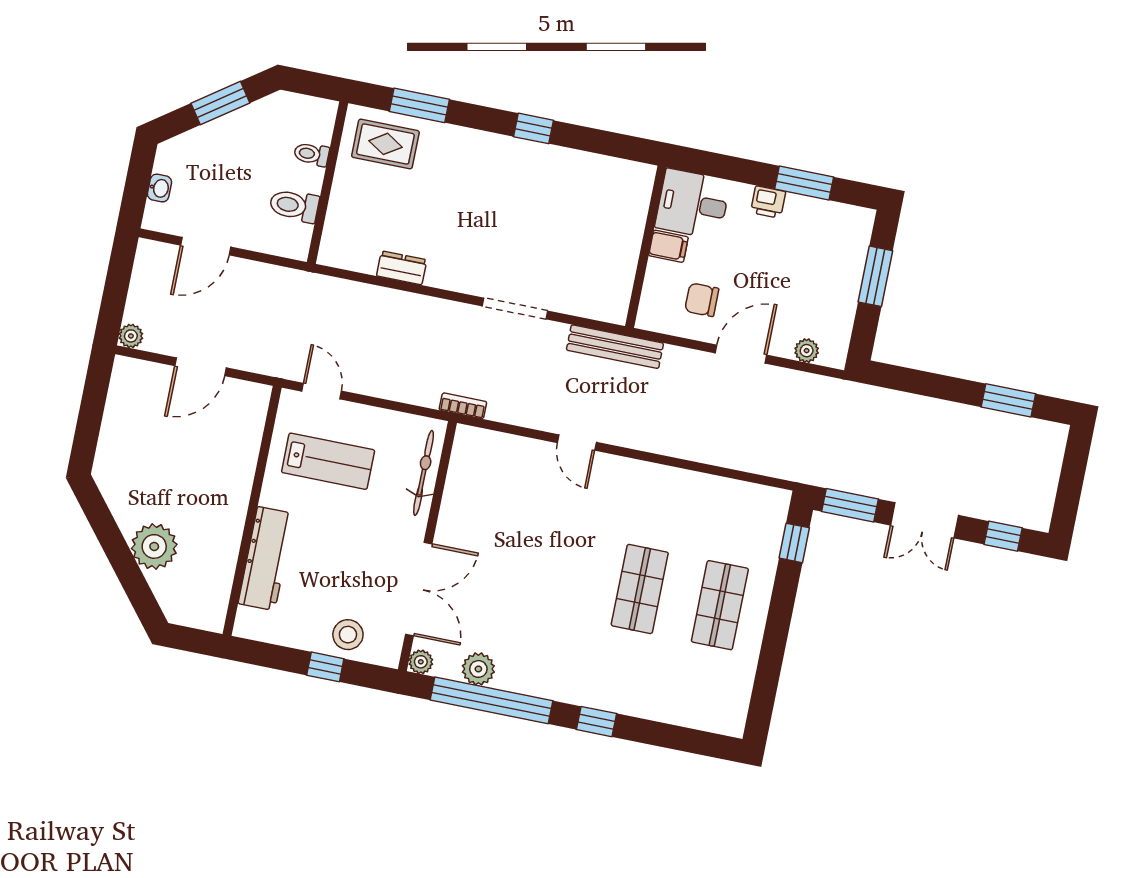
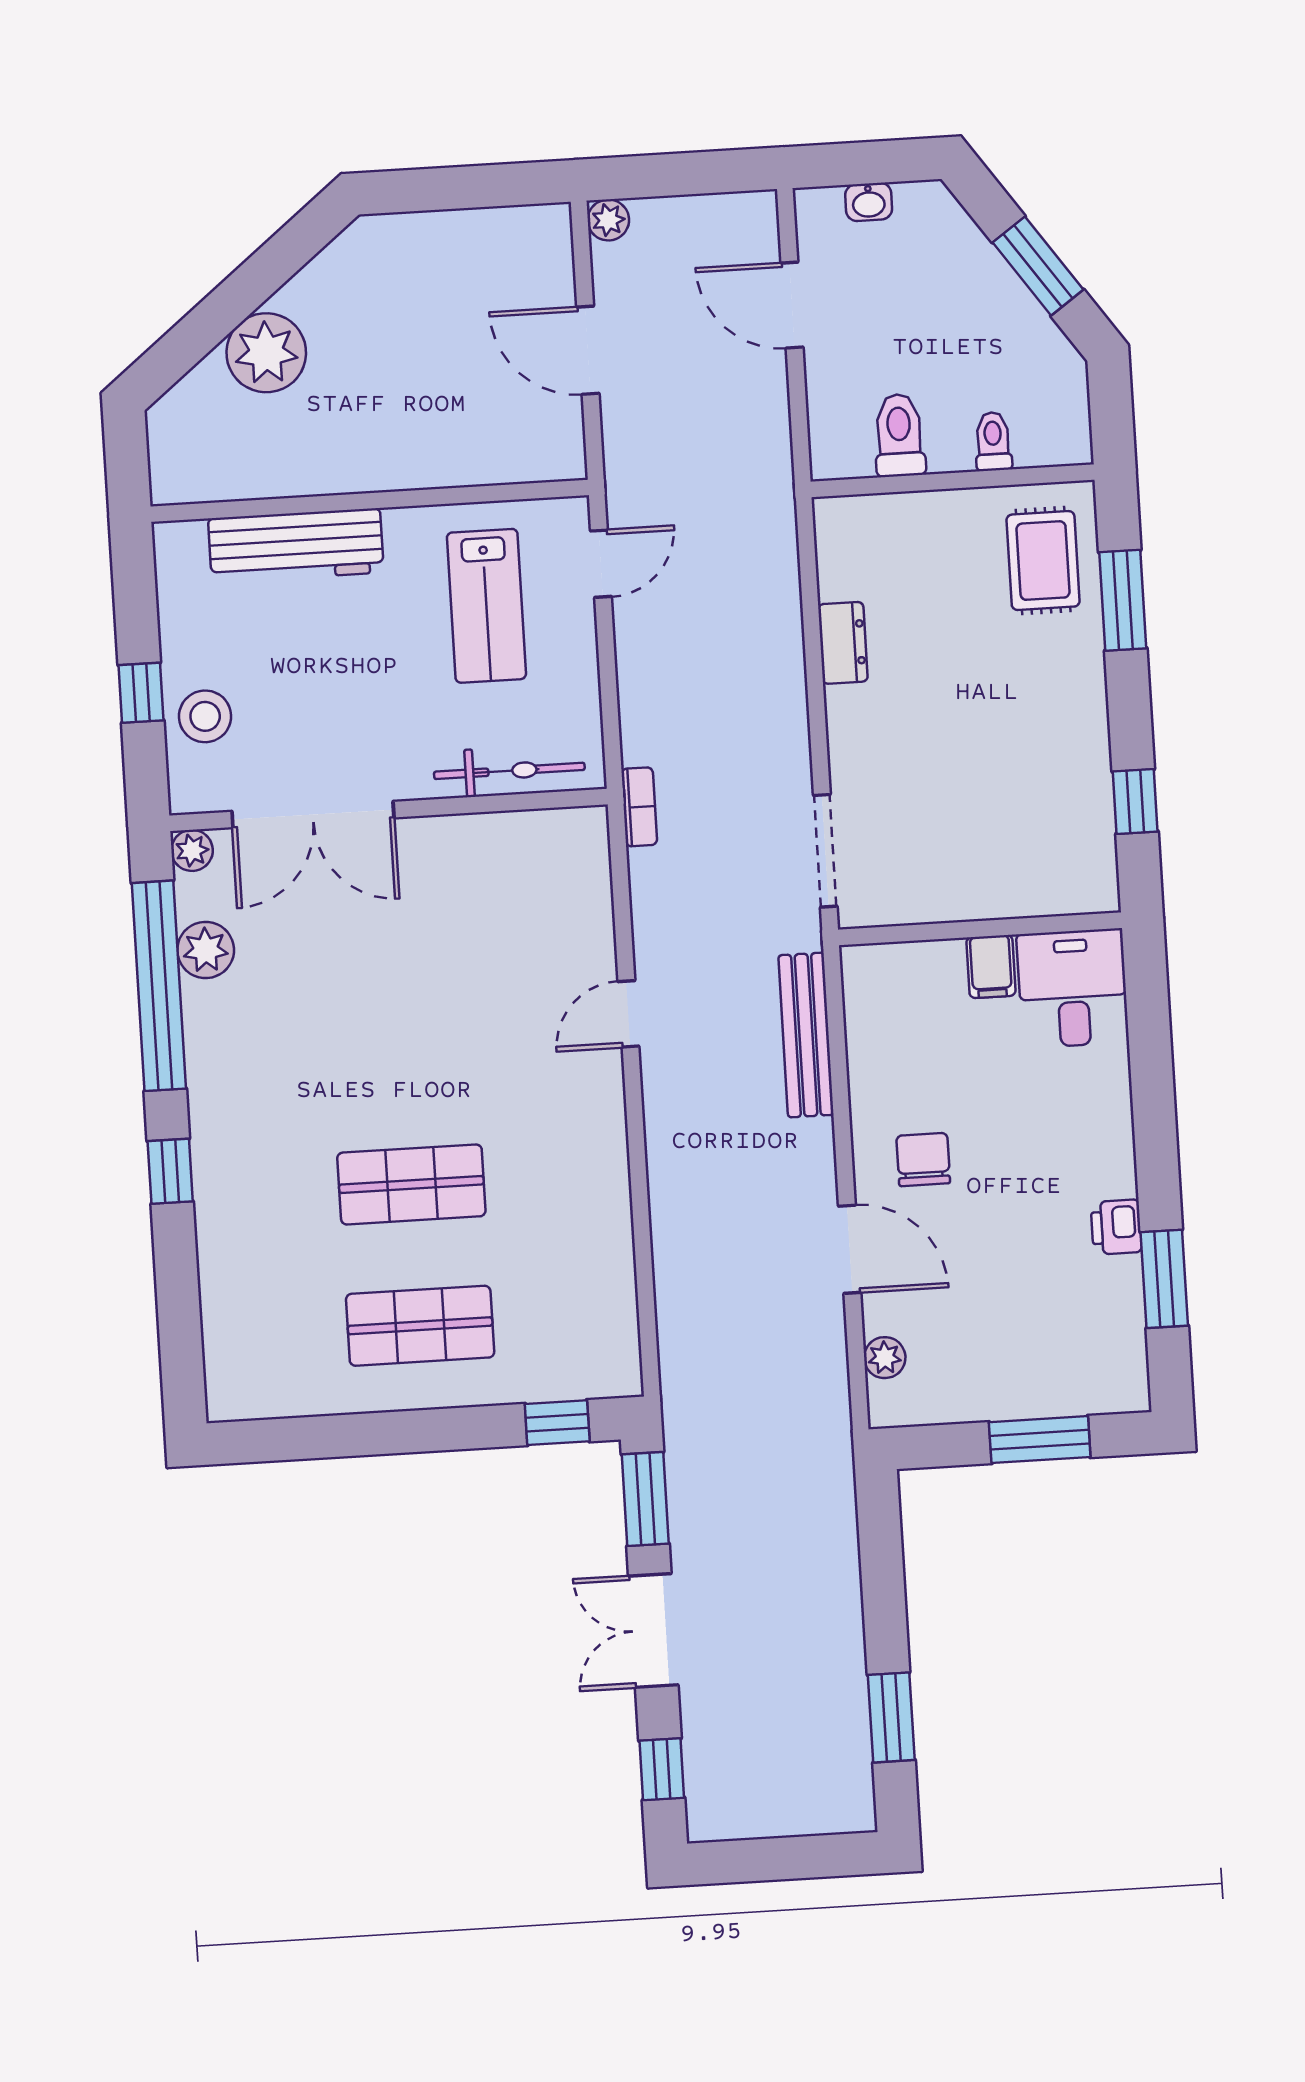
desk: (693, 204) -> (1073, 988), moved
filing cabinet: (668, 246) -> (991, 967), moved
wall: (646, 247) -> (980, 929), moved

